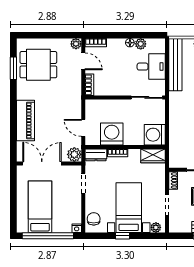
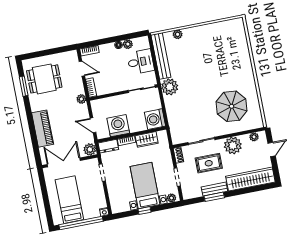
plant: (76, 44) -> (81, 99), moved
plant: (178, 101) -> (170, 87), added
wardrobe: (153, 156) -> (147, 139), moved
chair: (94, 219) -> (117, 201), removed

